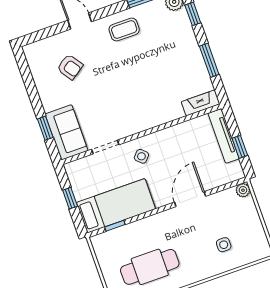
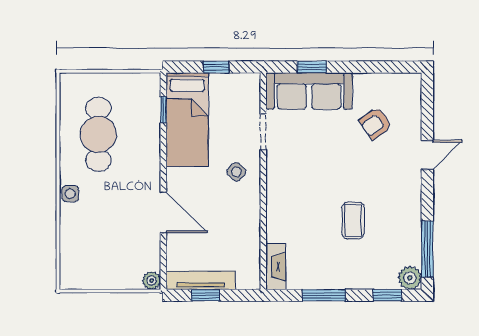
coffee table: (124, 30) -> (353, 221), moved
sofa: (67, 132) -> (309, 91), width x1.36
tv unit: (224, 136) -> (201, 280), moved
side table: (224, 245) -> (70, 194), moved

